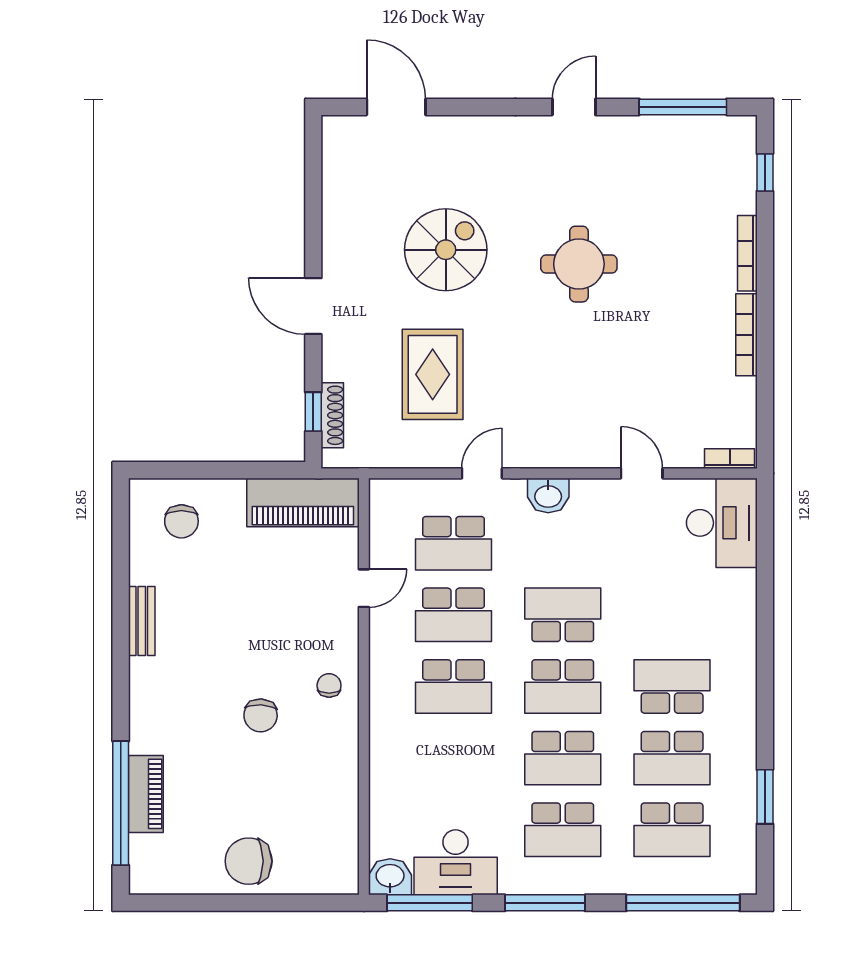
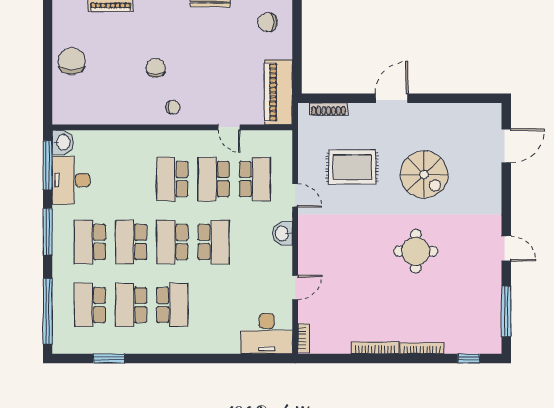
window: (313, 412) -> (331, 98), removed
school desk: (453, 543) -> (255, 179), turned 180
chair: (261, 715) -> (156, 68), turned 87

